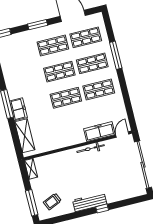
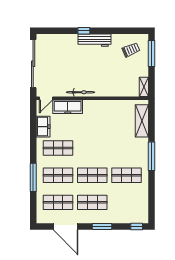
shop shelf: (66, 98) -> (126, 175), moved
freezer: (18, 109) -> (43, 127), moved, turned 180

